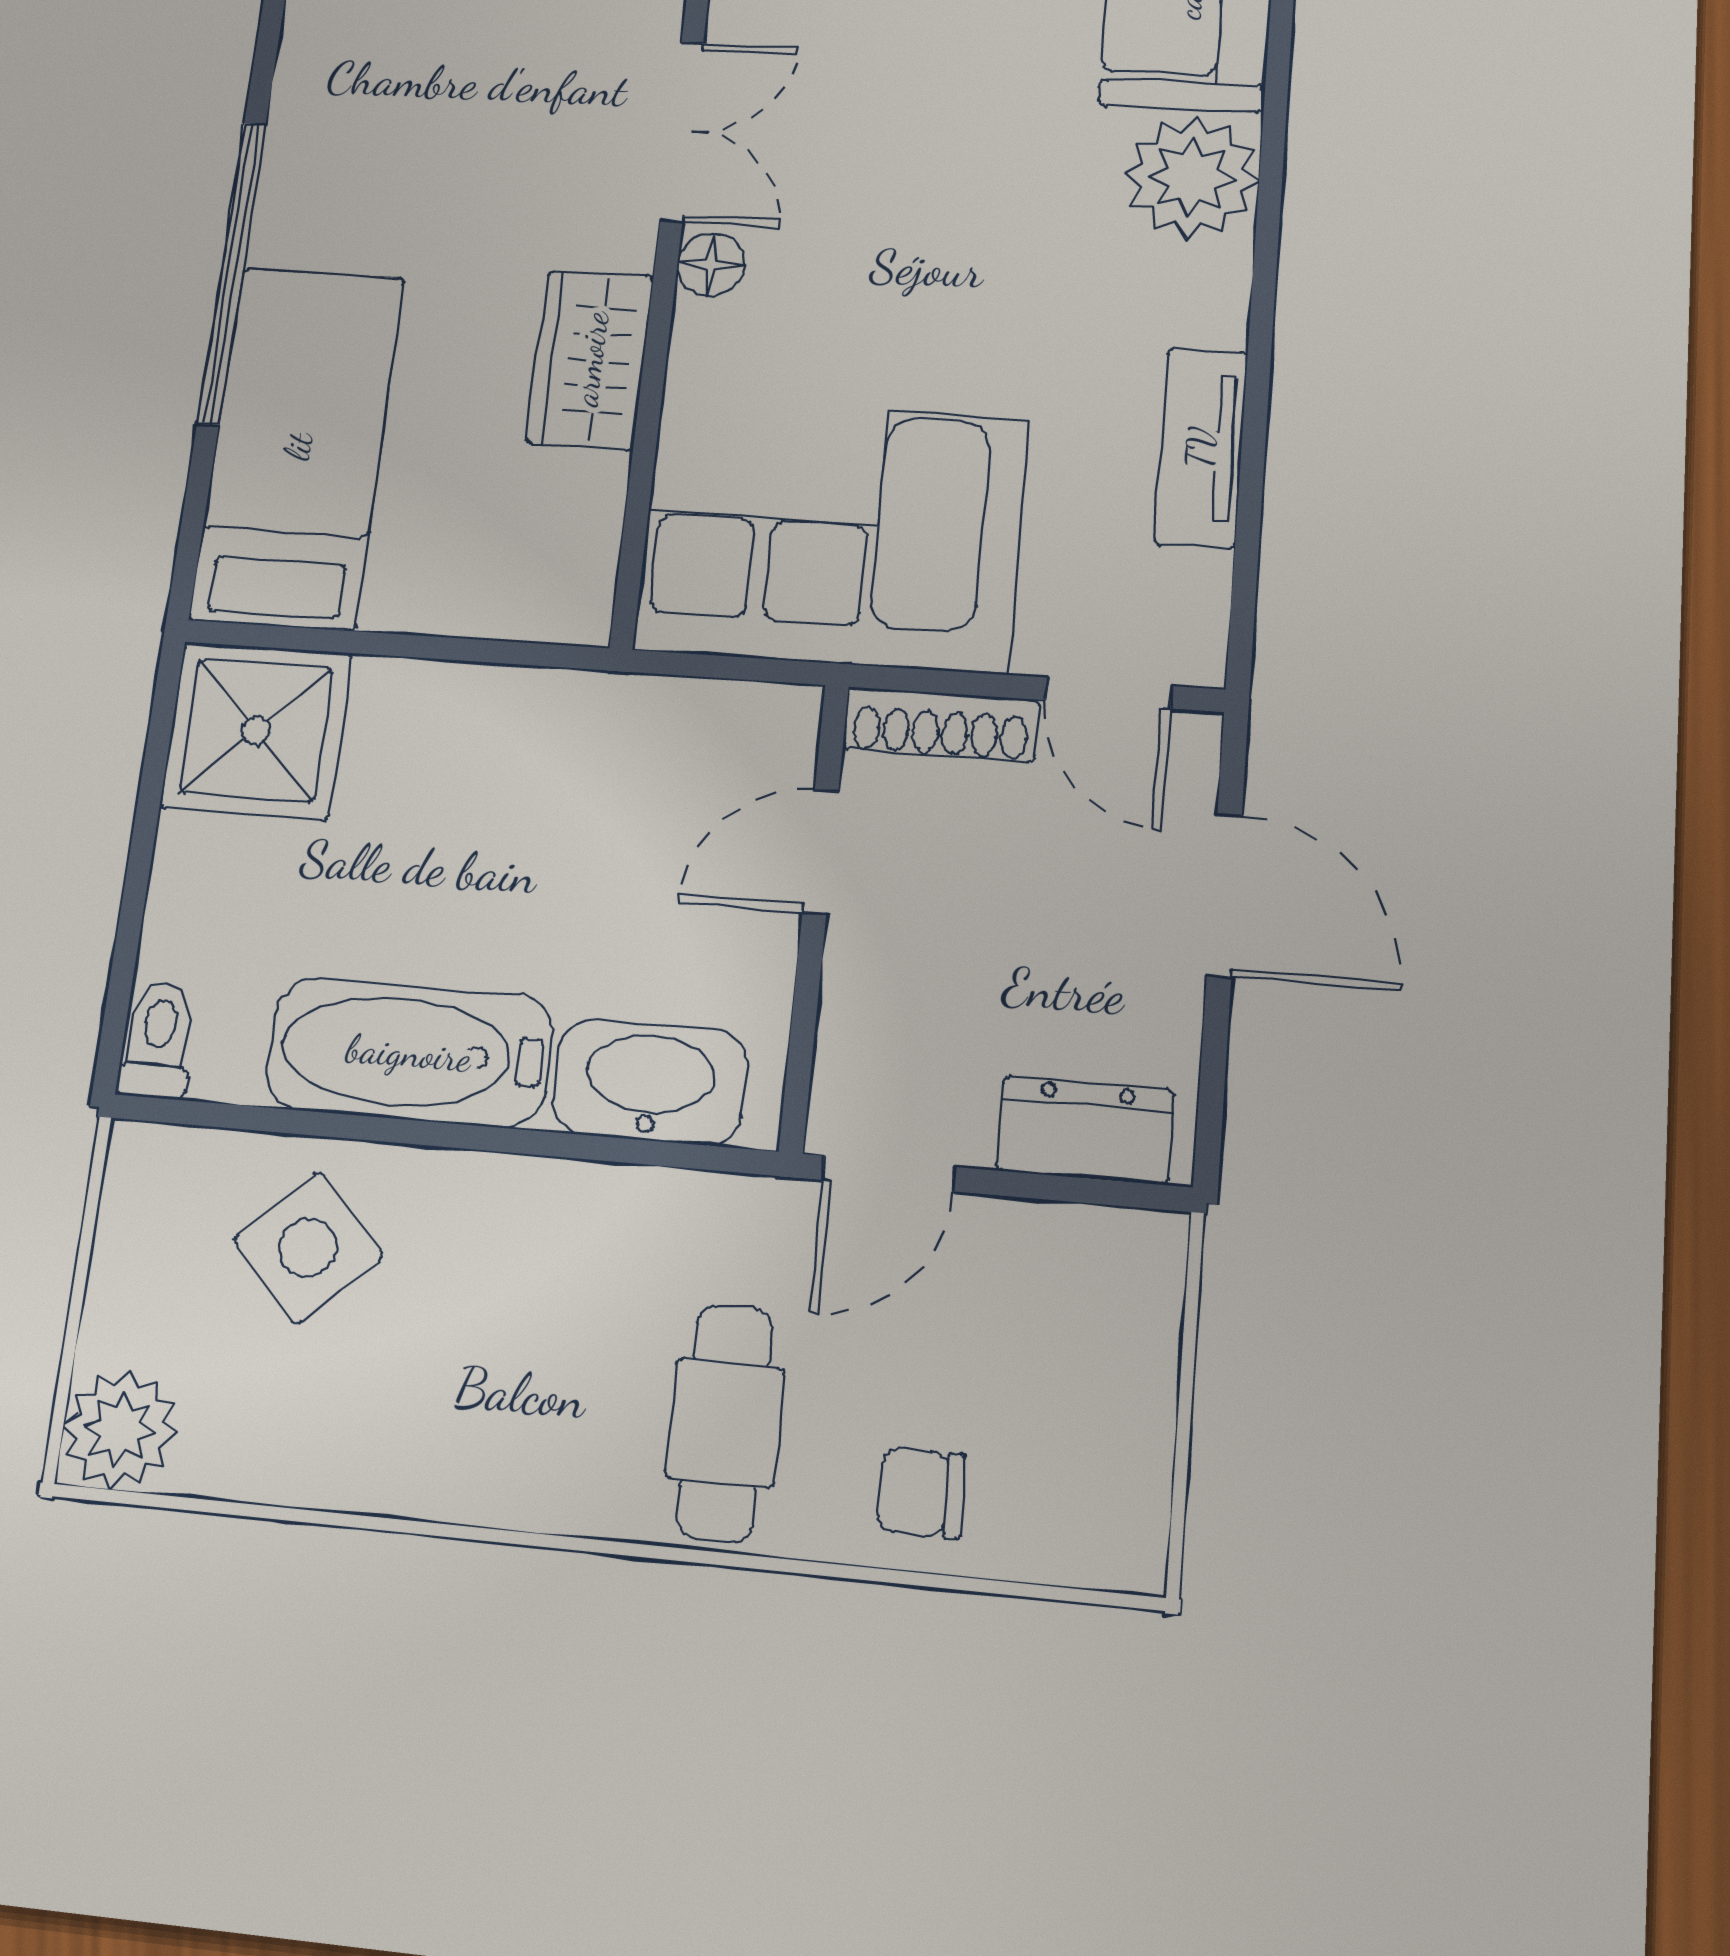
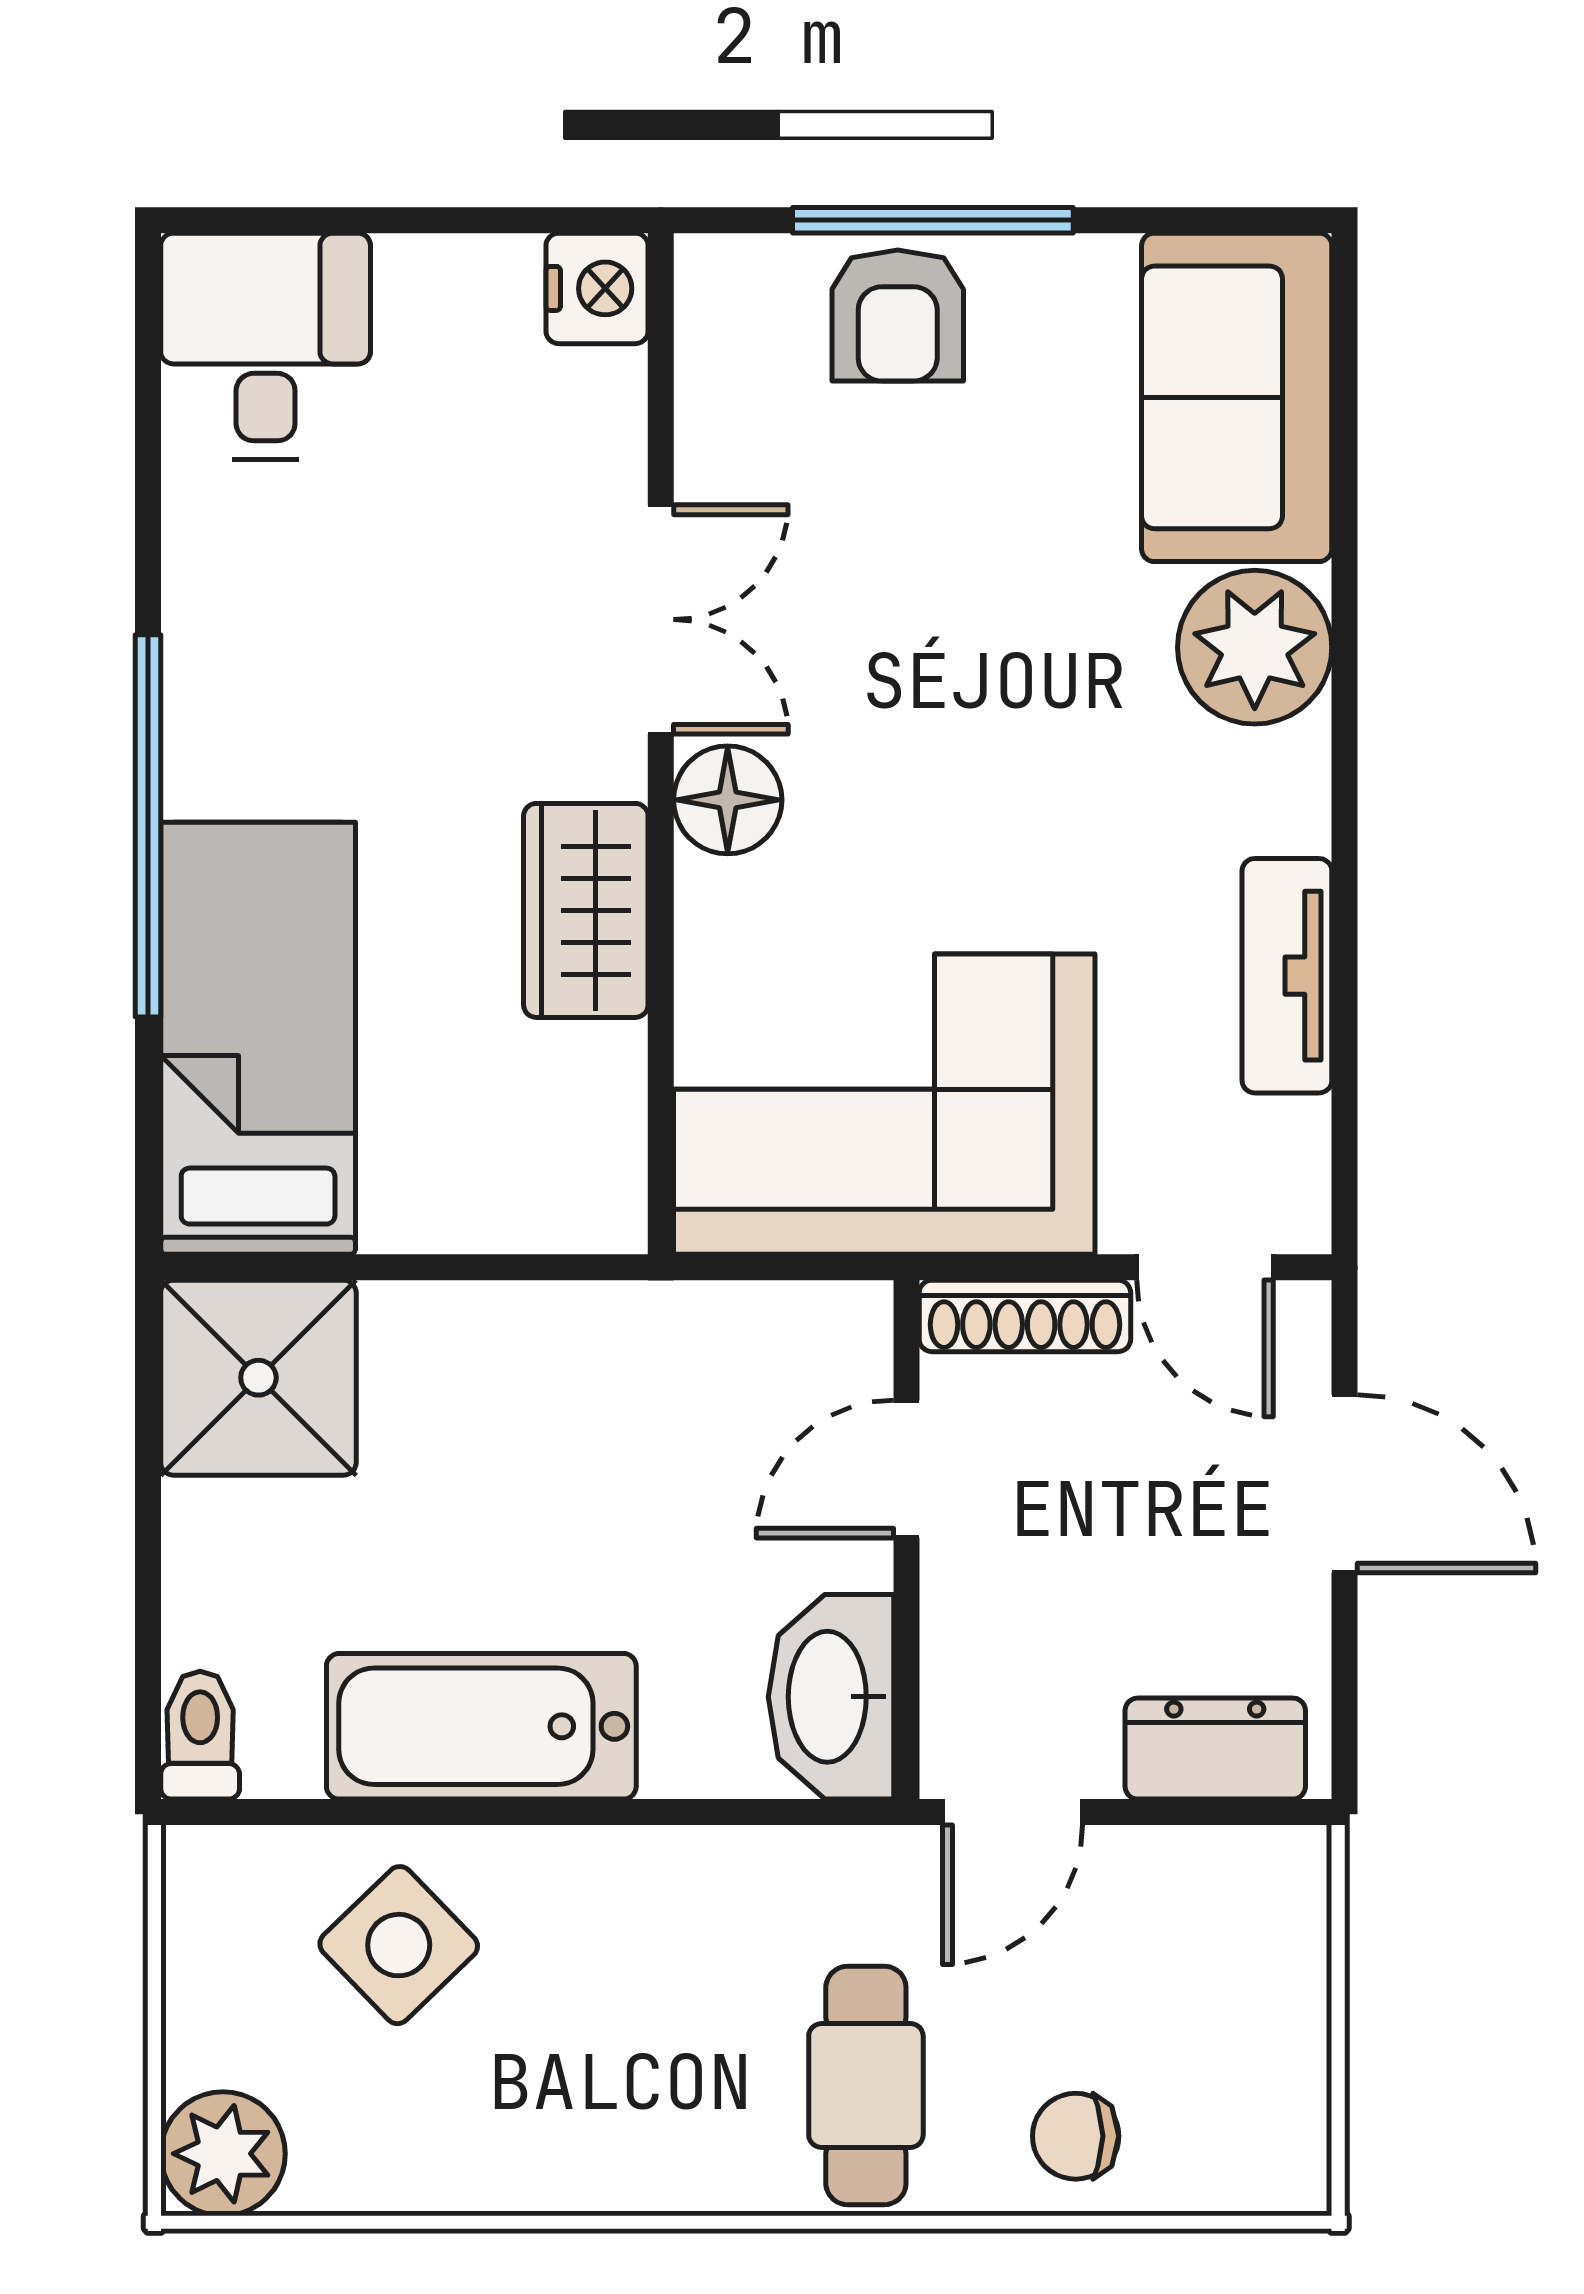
floor lamp: (711, 265) -> (728, 800), width x1.37, depth x1.37
washbasin: (649, 1082) -> (831, 1697), moved, turned -90

